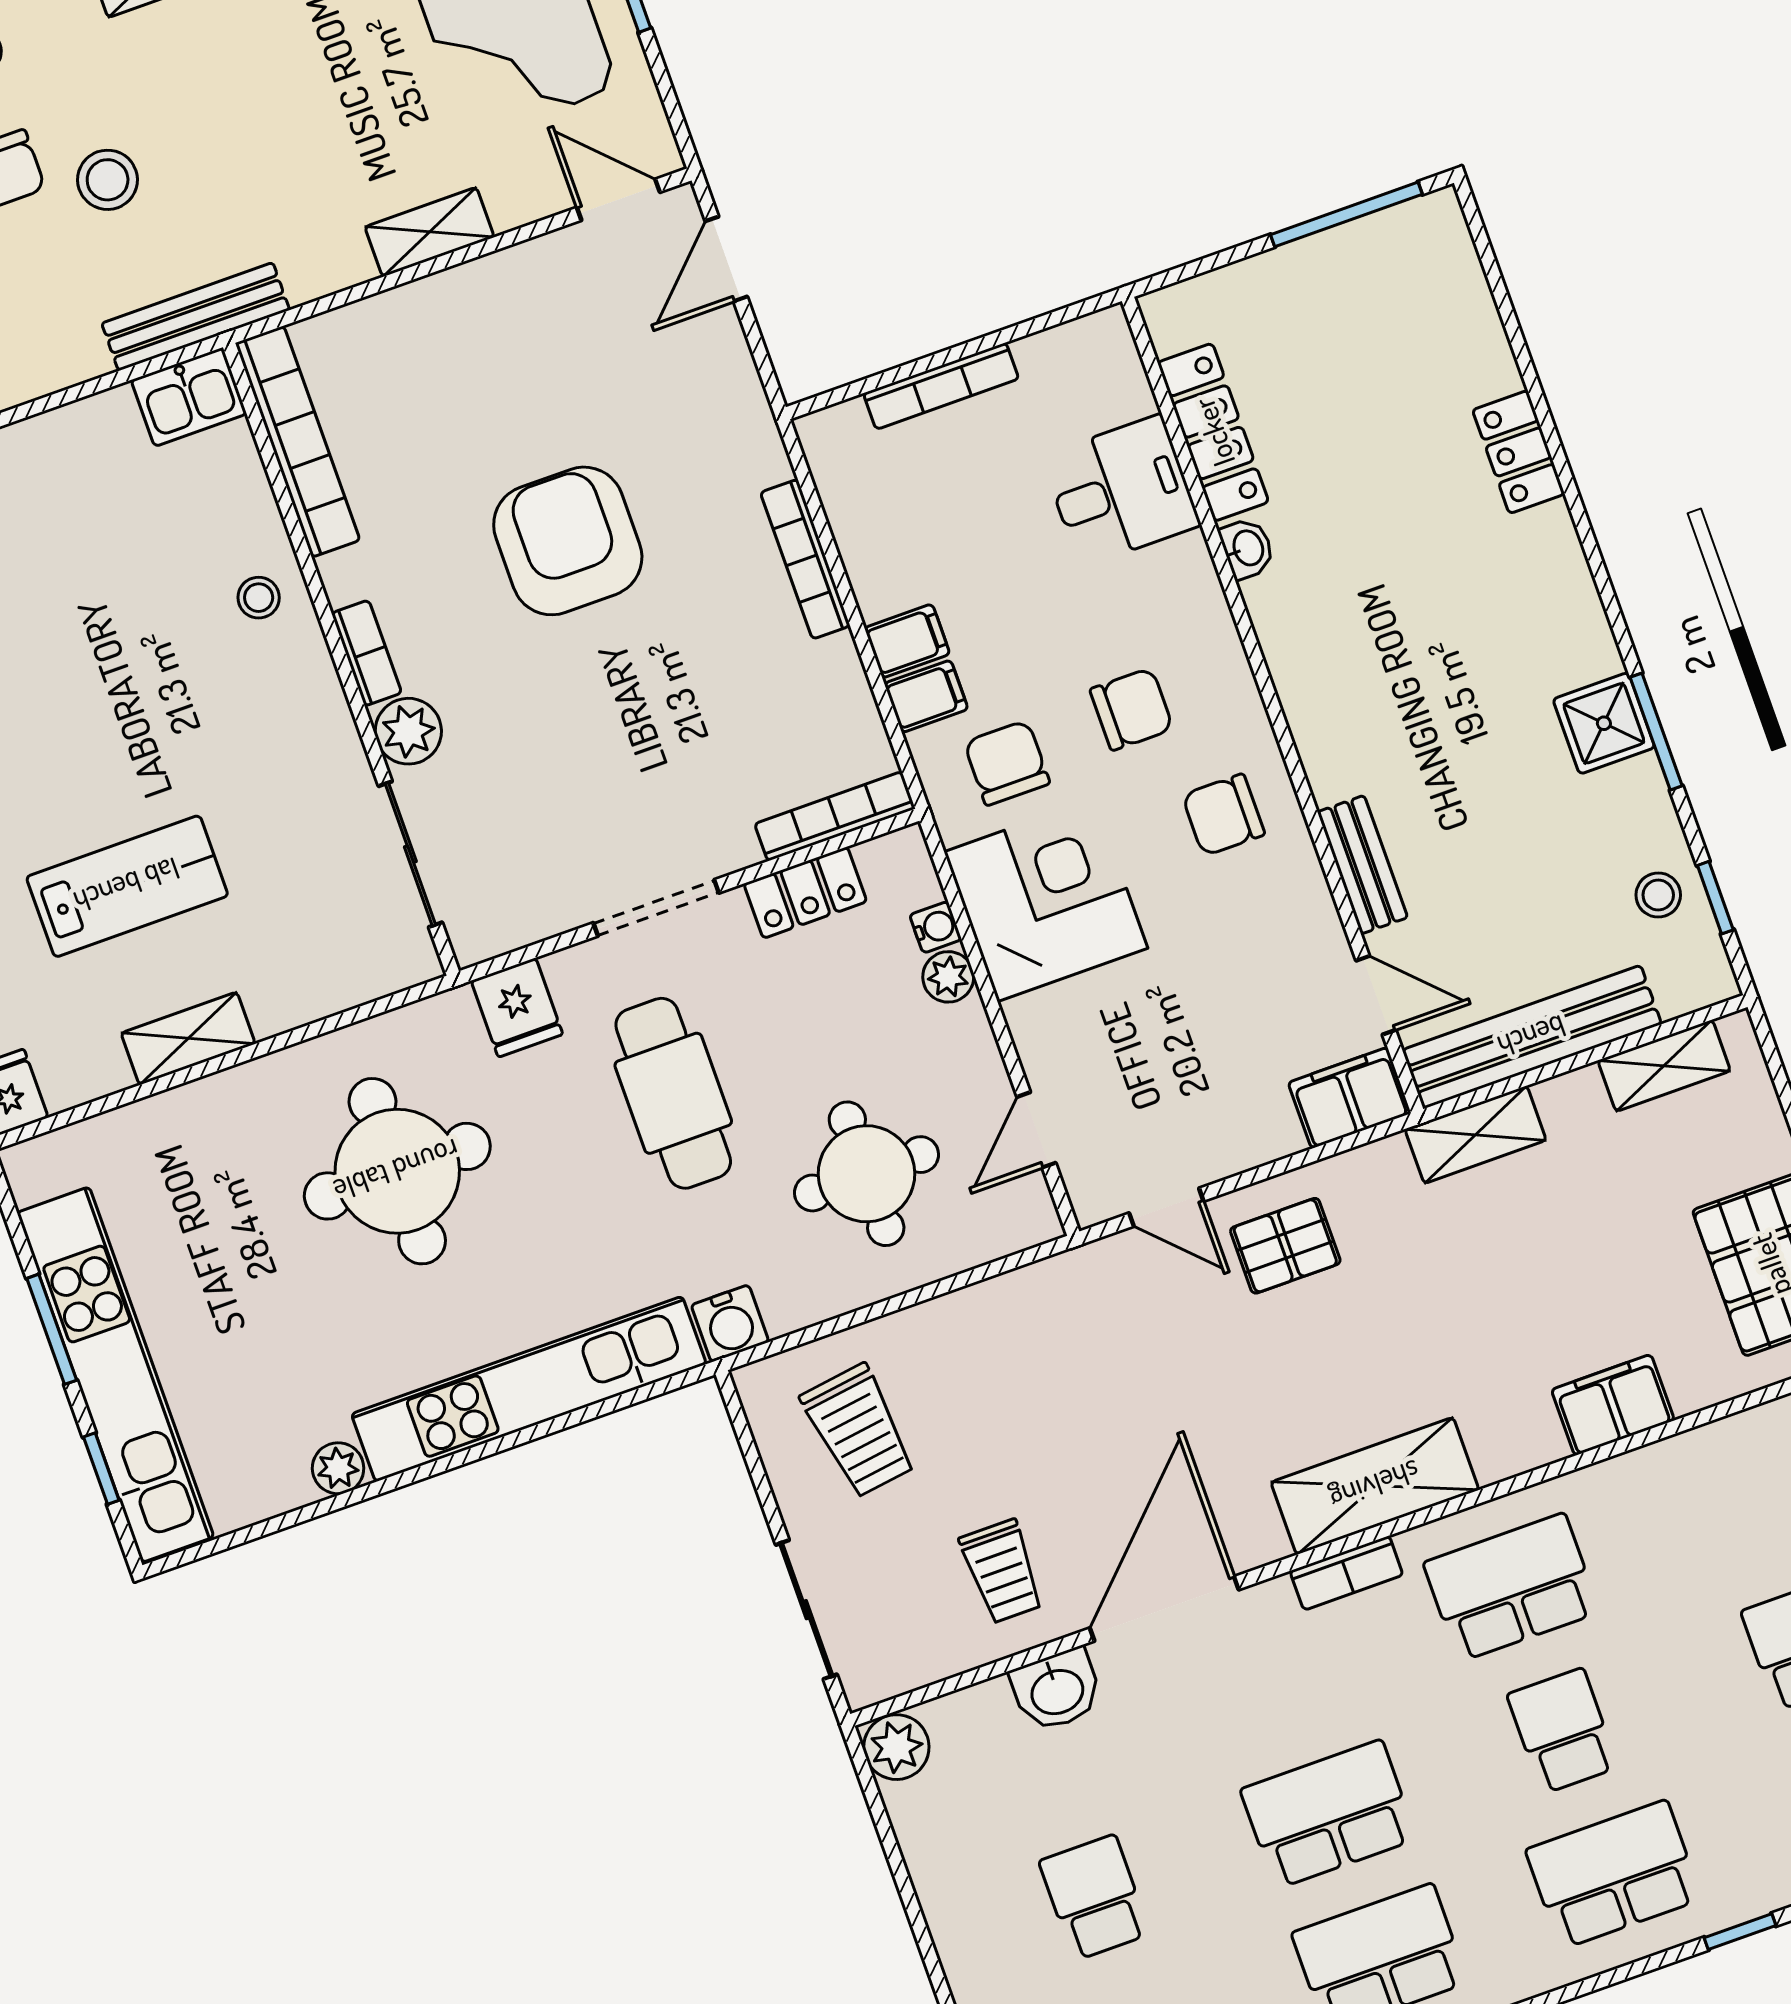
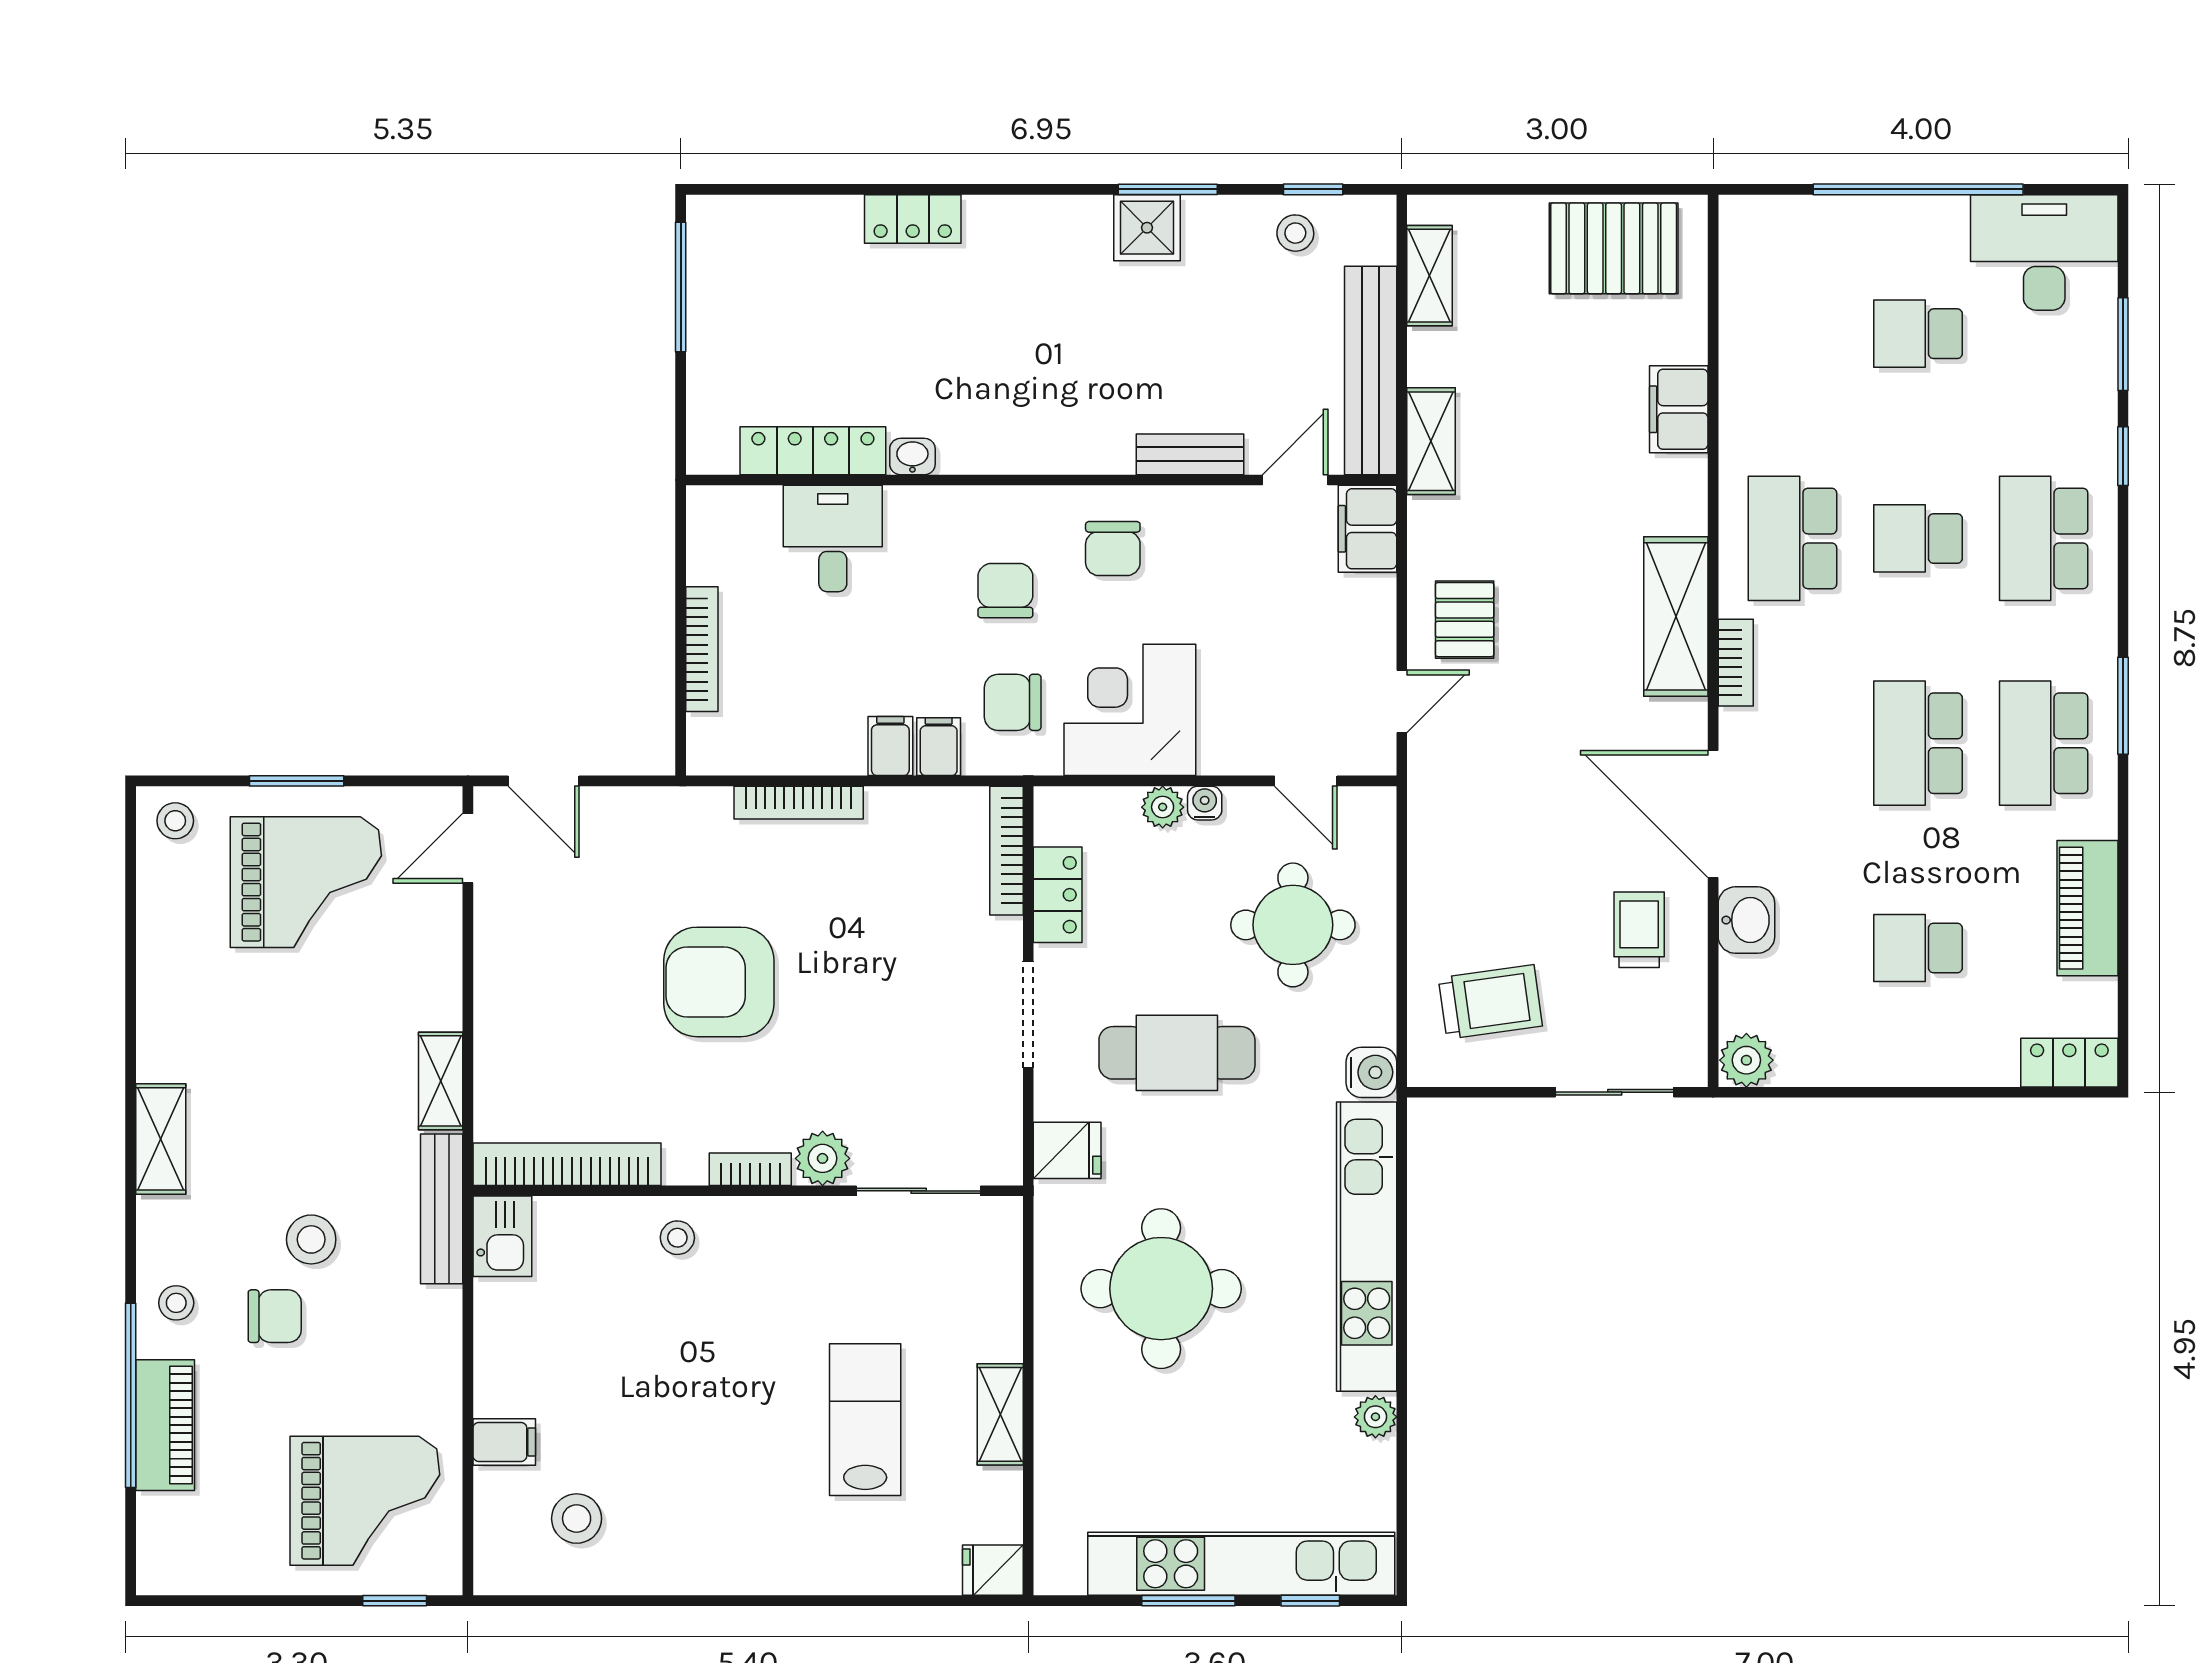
shelving: (430, 232) -> (441, 1081), moved
water cooler: (936, 927) -> (1205, 803), moved
trolley: (1002, 1571) -> (1639, 930), turned -90

